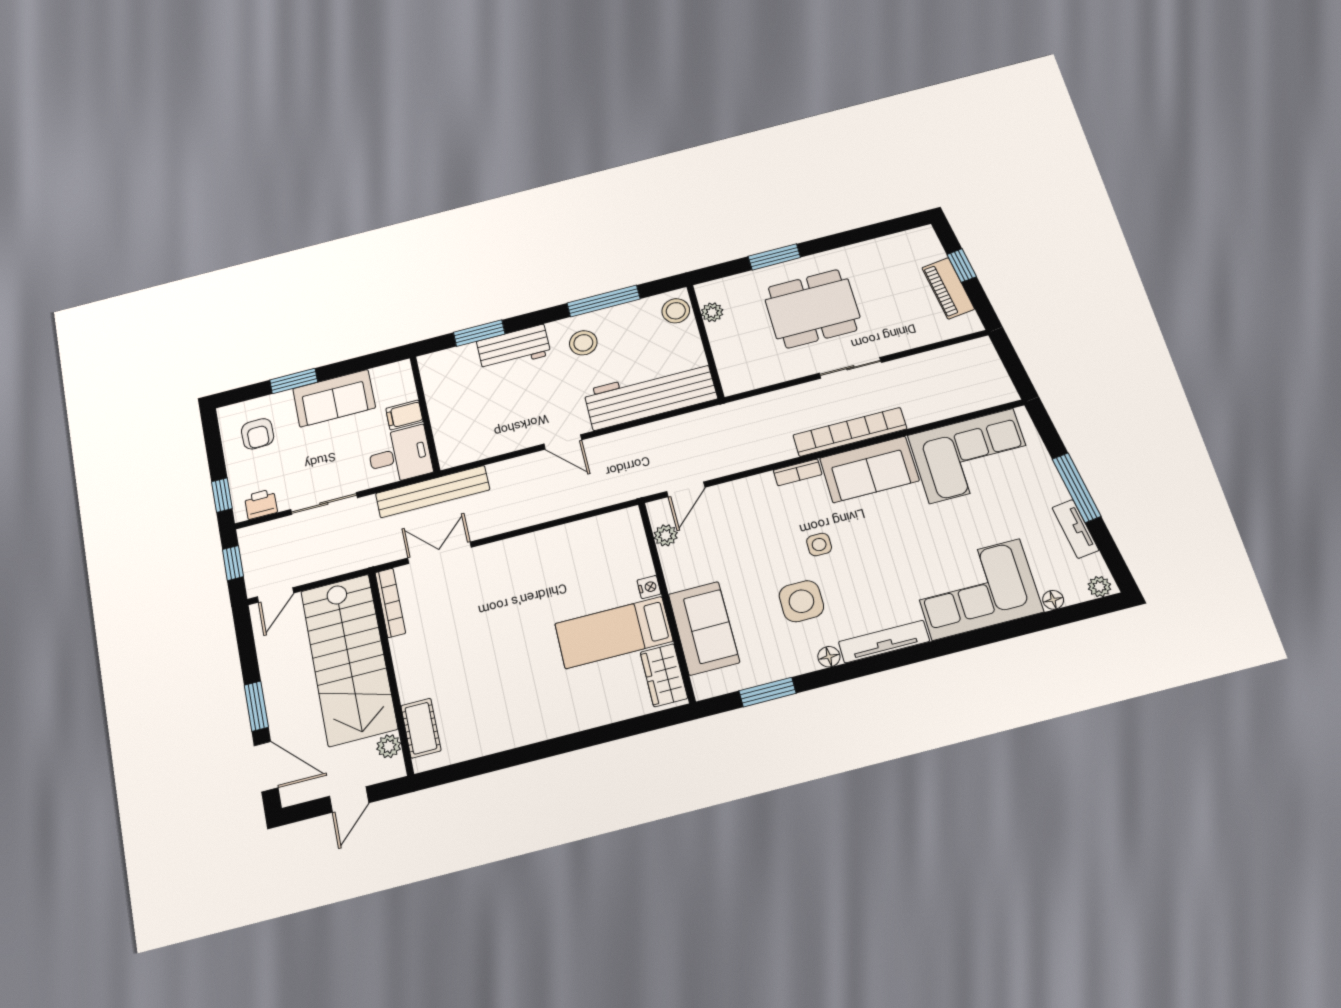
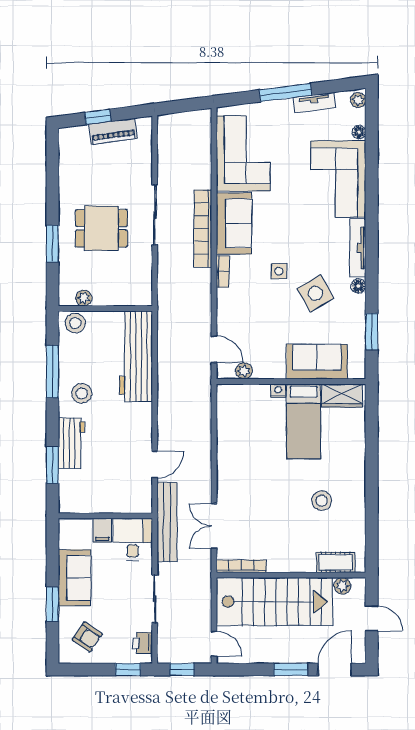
dining table: (812, 309) -> (101, 228), width x0.73
sliding door: (850, 368) -> (155, 215), width x1.37
armchair: (258, 434) -> (87, 637), turned 35
door: (563, 442) -> (155, 465), moved
side table: (801, 601) -> (315, 293), turned -30
stool: (506, 686) -> (322, 501), added

